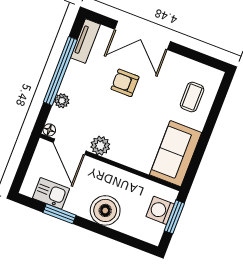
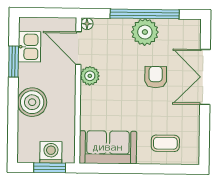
tv unit: (85, 41) -> (181, 27), removed
plant: (62, 101) -> (145, 32), moved, width x1.88, depth x1.88
door: (70, 147) -> (78, 48), hinge flipped

